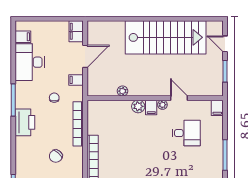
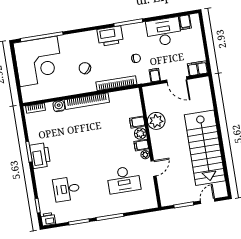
plant: (123, 91) -> (156, 121), width x1.88, depth x1.88
filing cabinet: (217, 108) -> (137, 122), moved
desk: (186, 133) -> (124, 180), width x1.37

